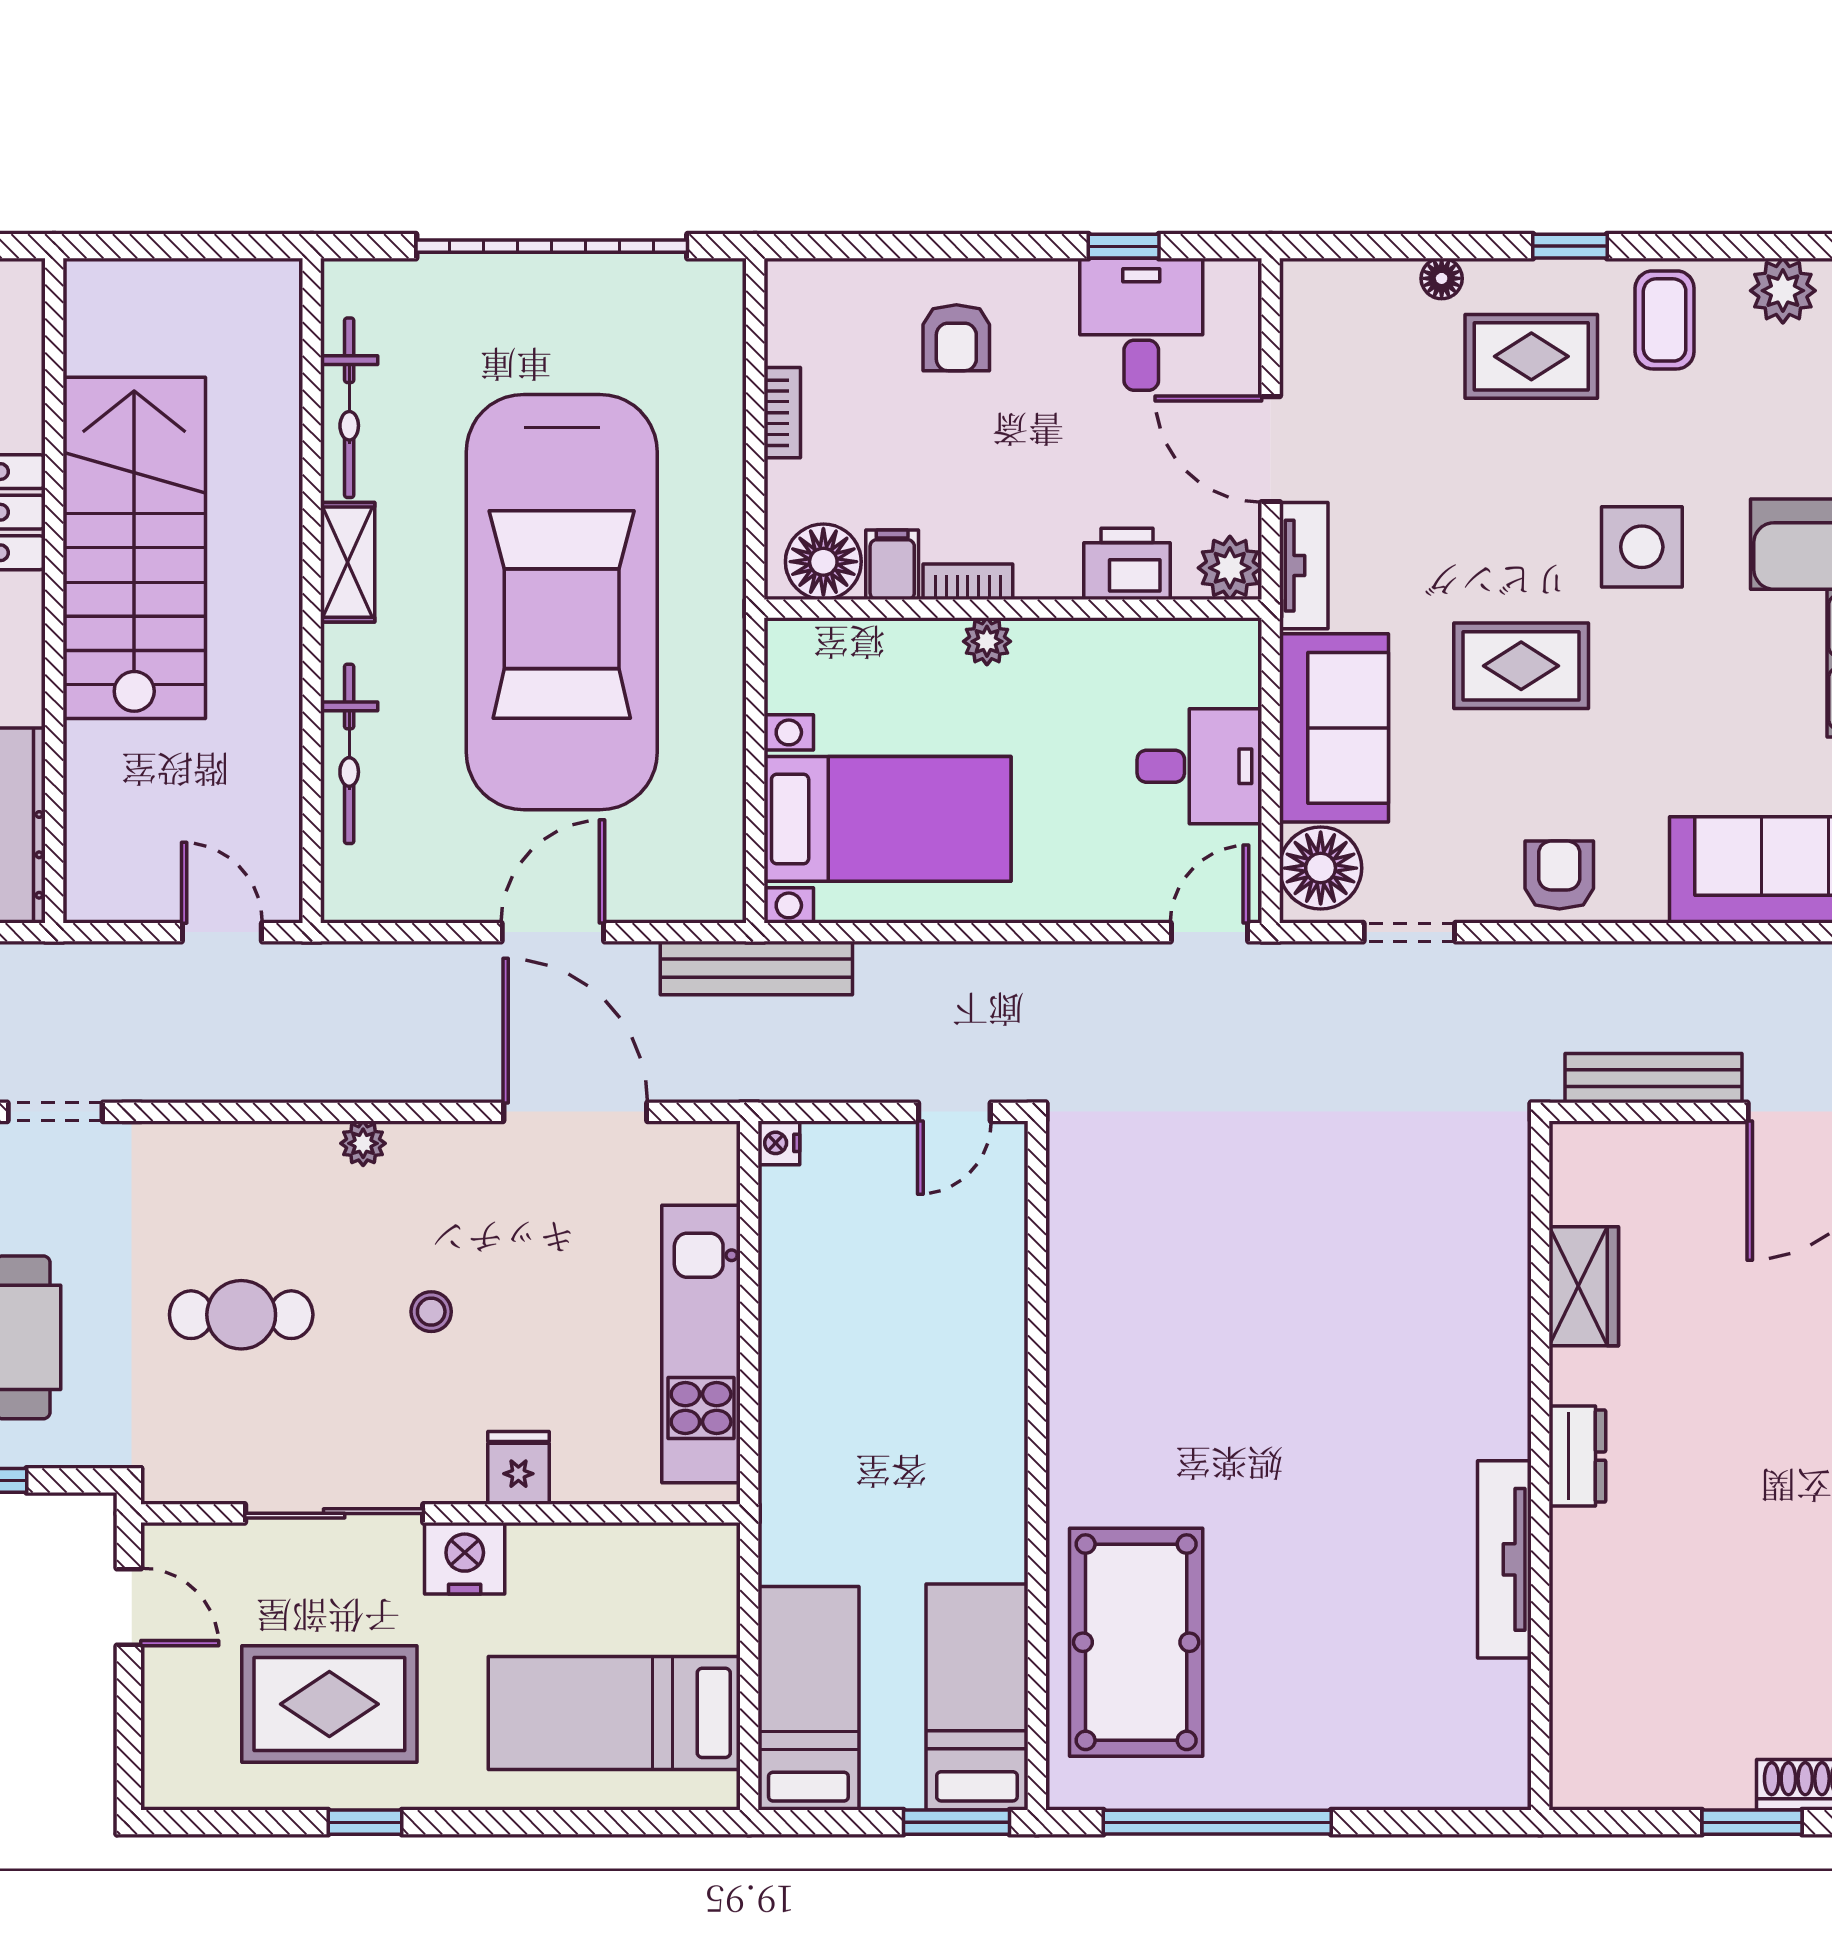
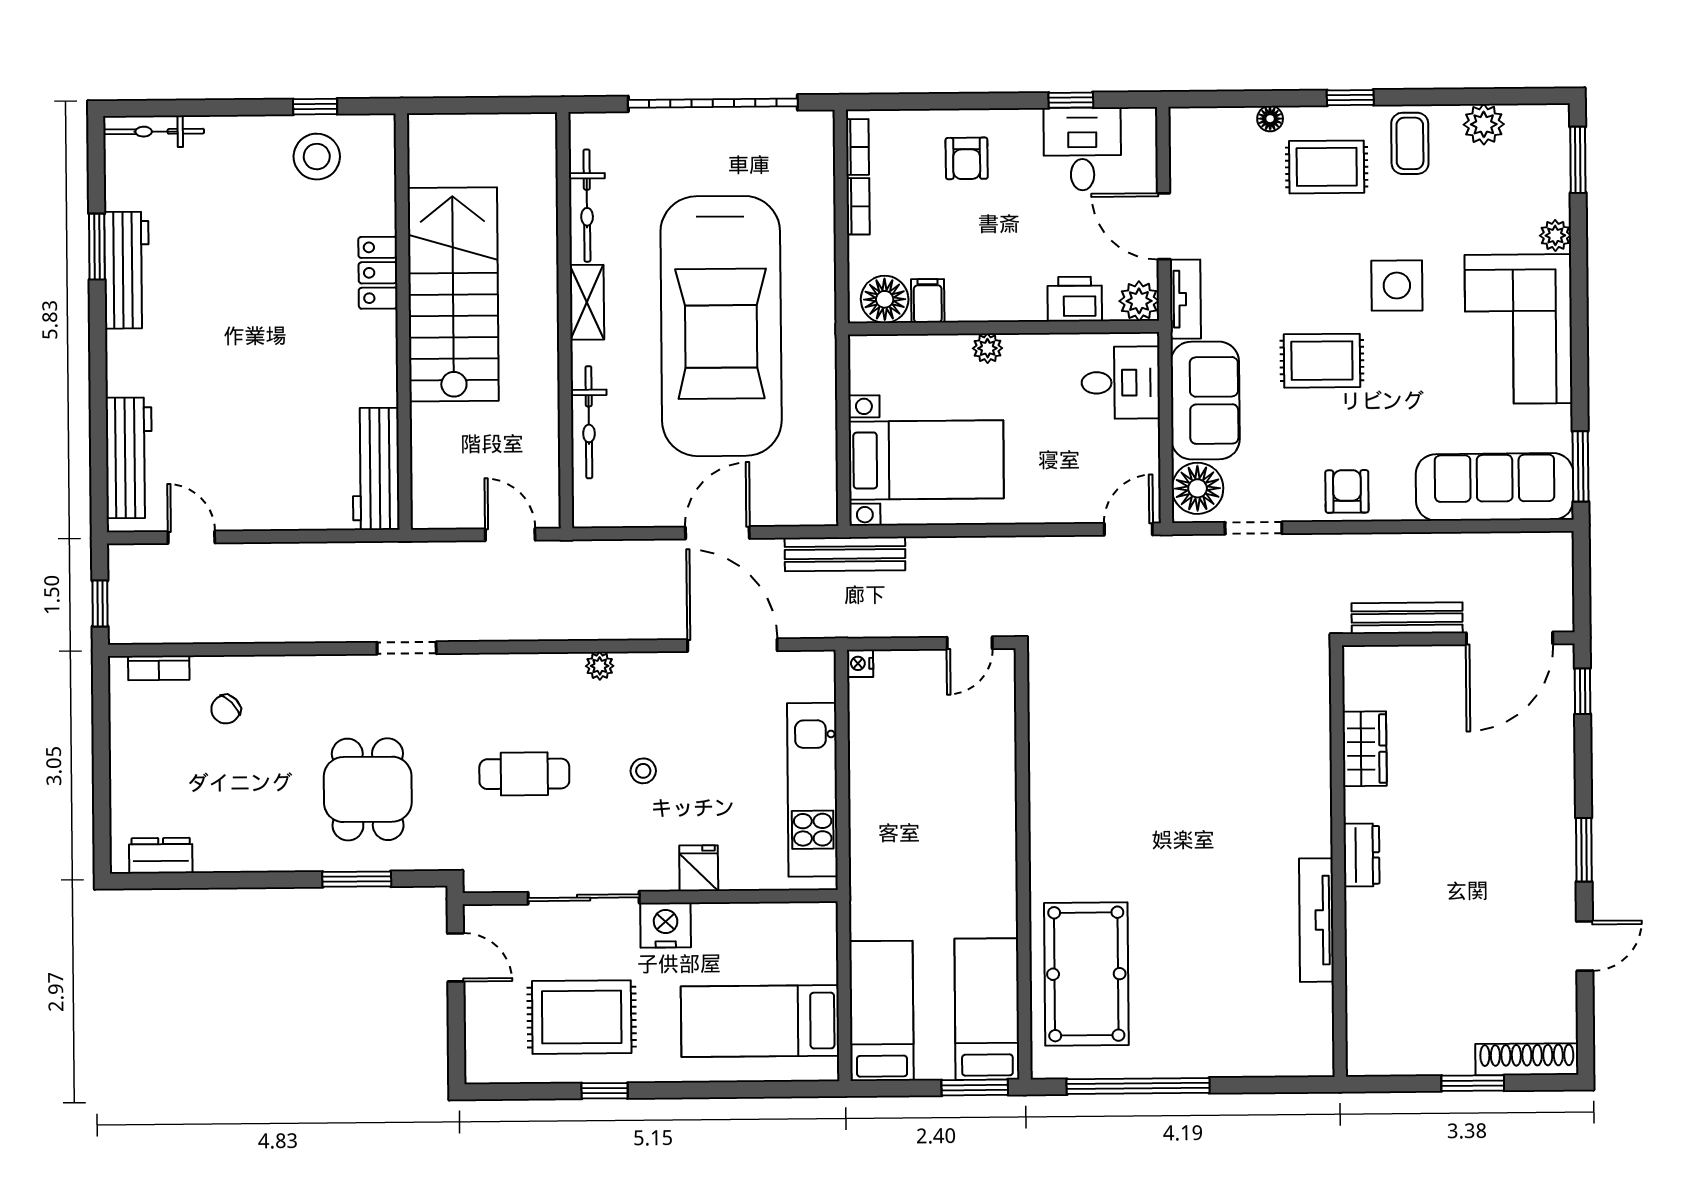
bookcase: (968, 582) -> (857, 147), moved, turned 90
desk: (1199, 766) -> (1121, 383), moved

